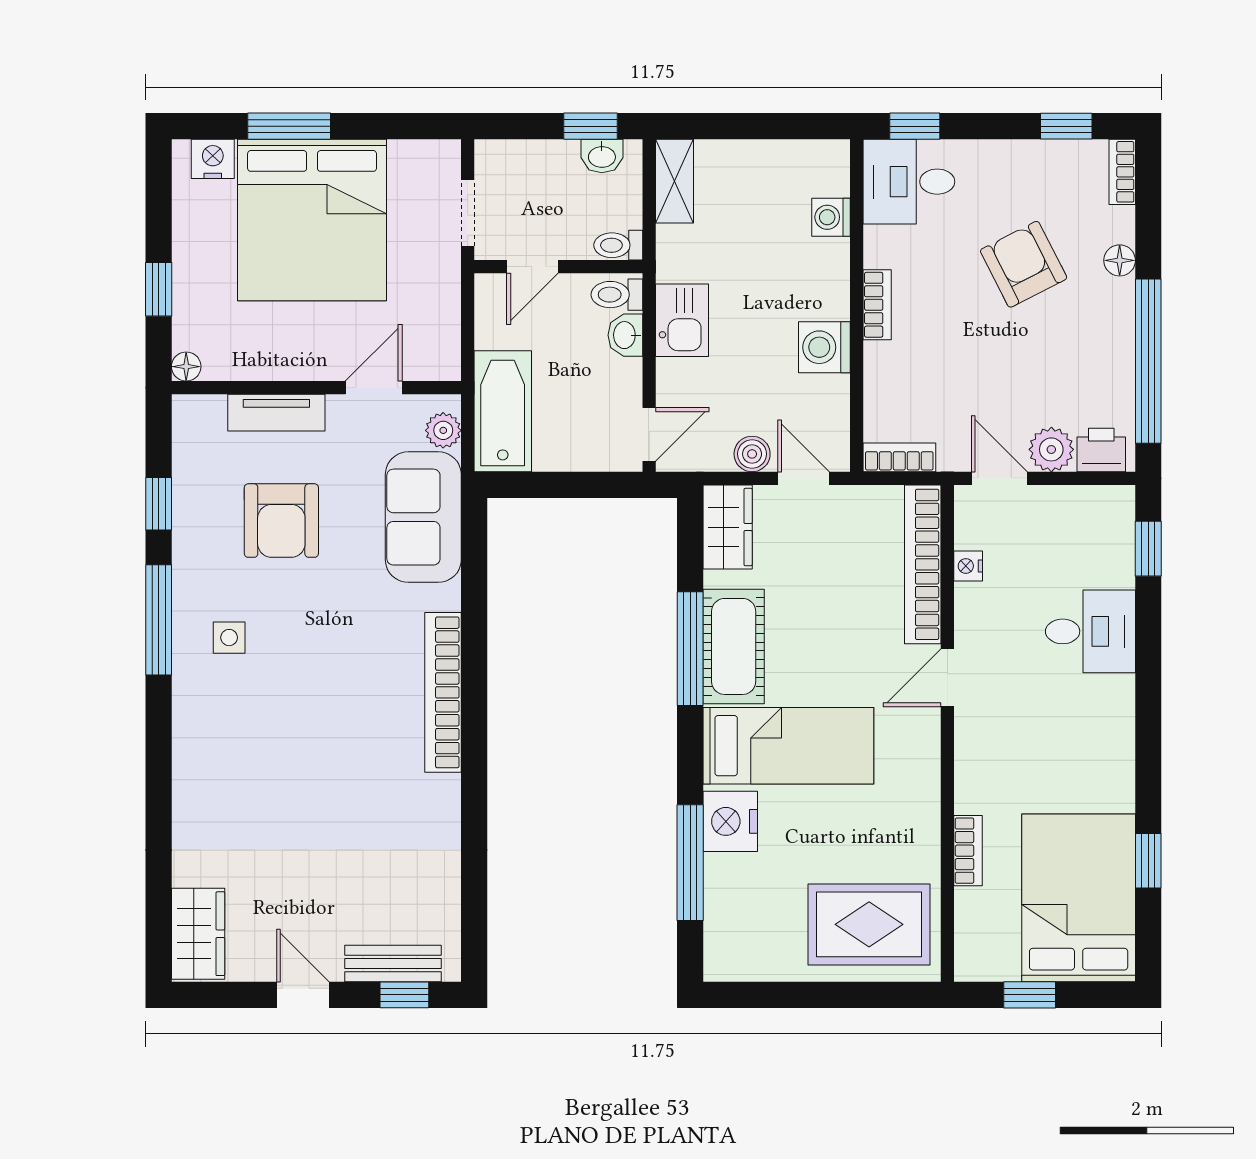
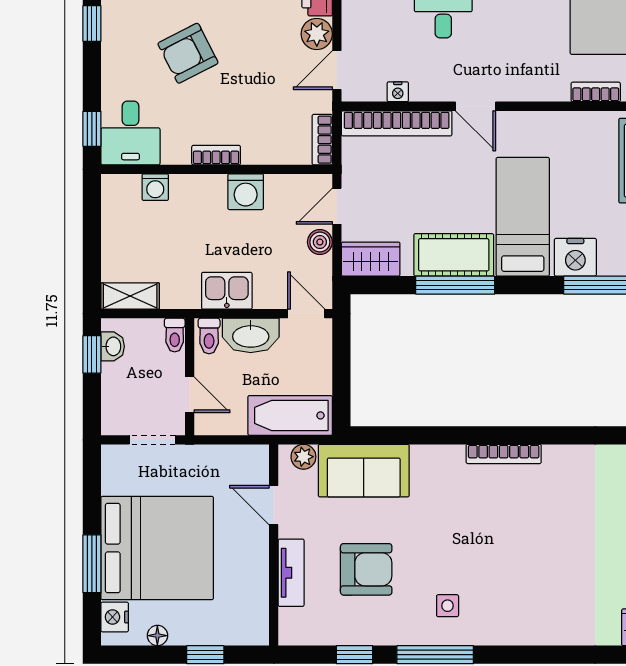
washbasin: (625, 335) -> (251, 335), width x1.91, depth x1.45
floor lamp: (186, 367) -> (157, 636), moved
bookcase: (443, 692) -> (504, 454), width x0.68, depth x0.76

